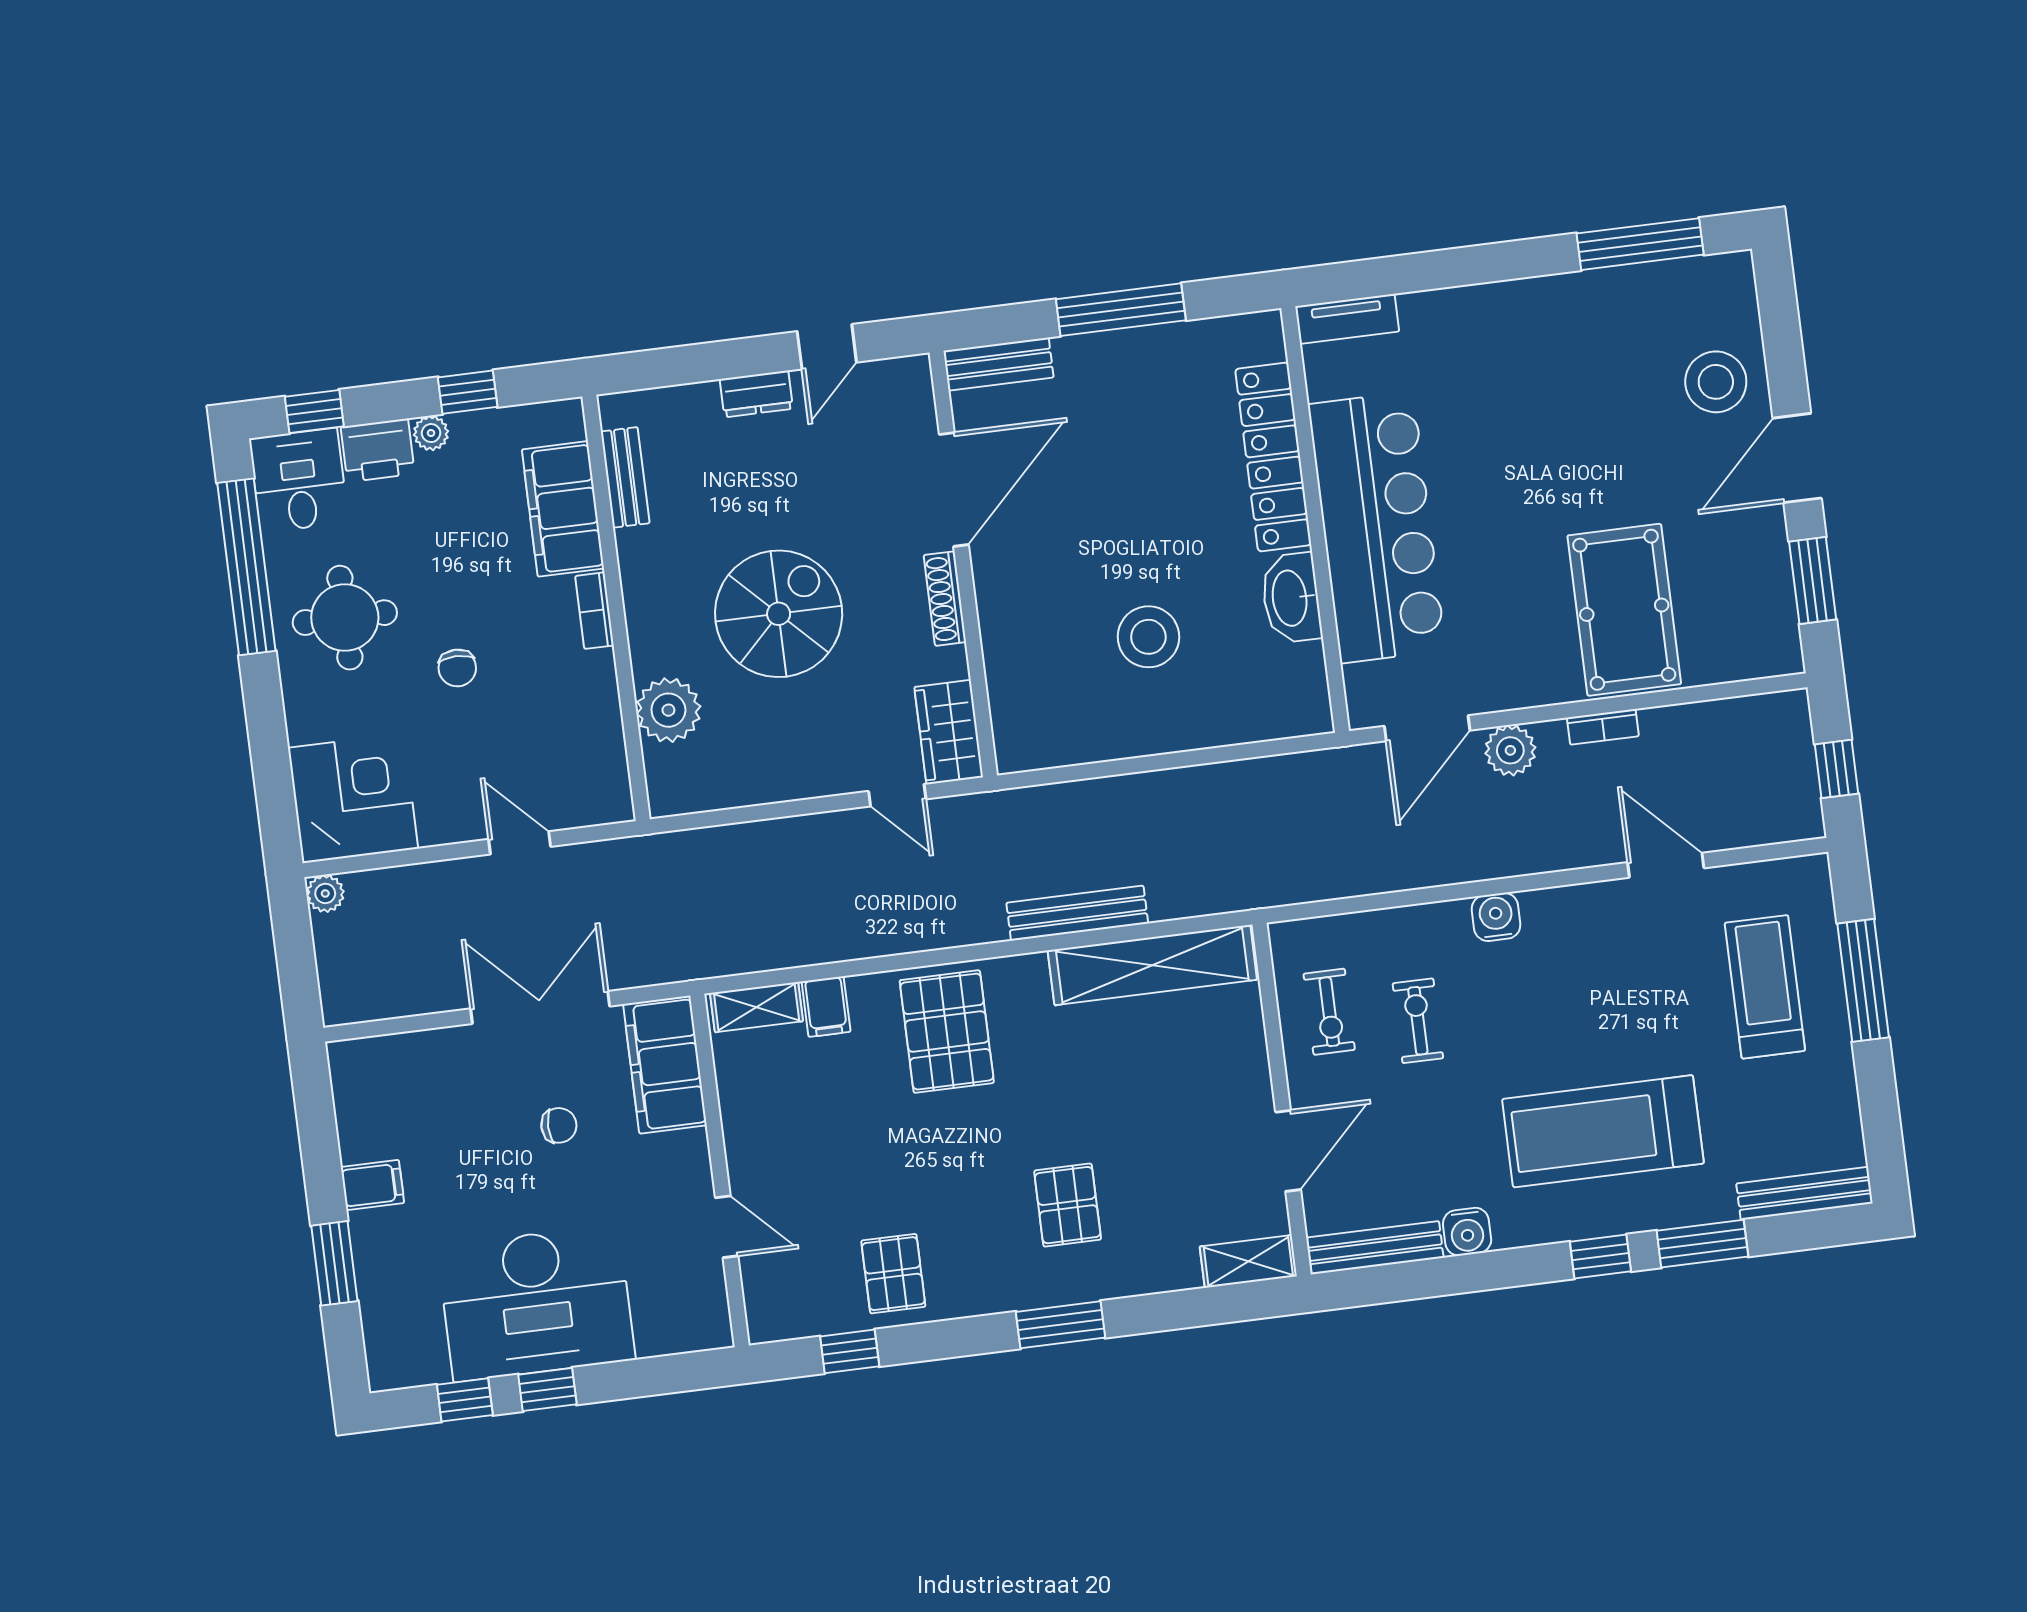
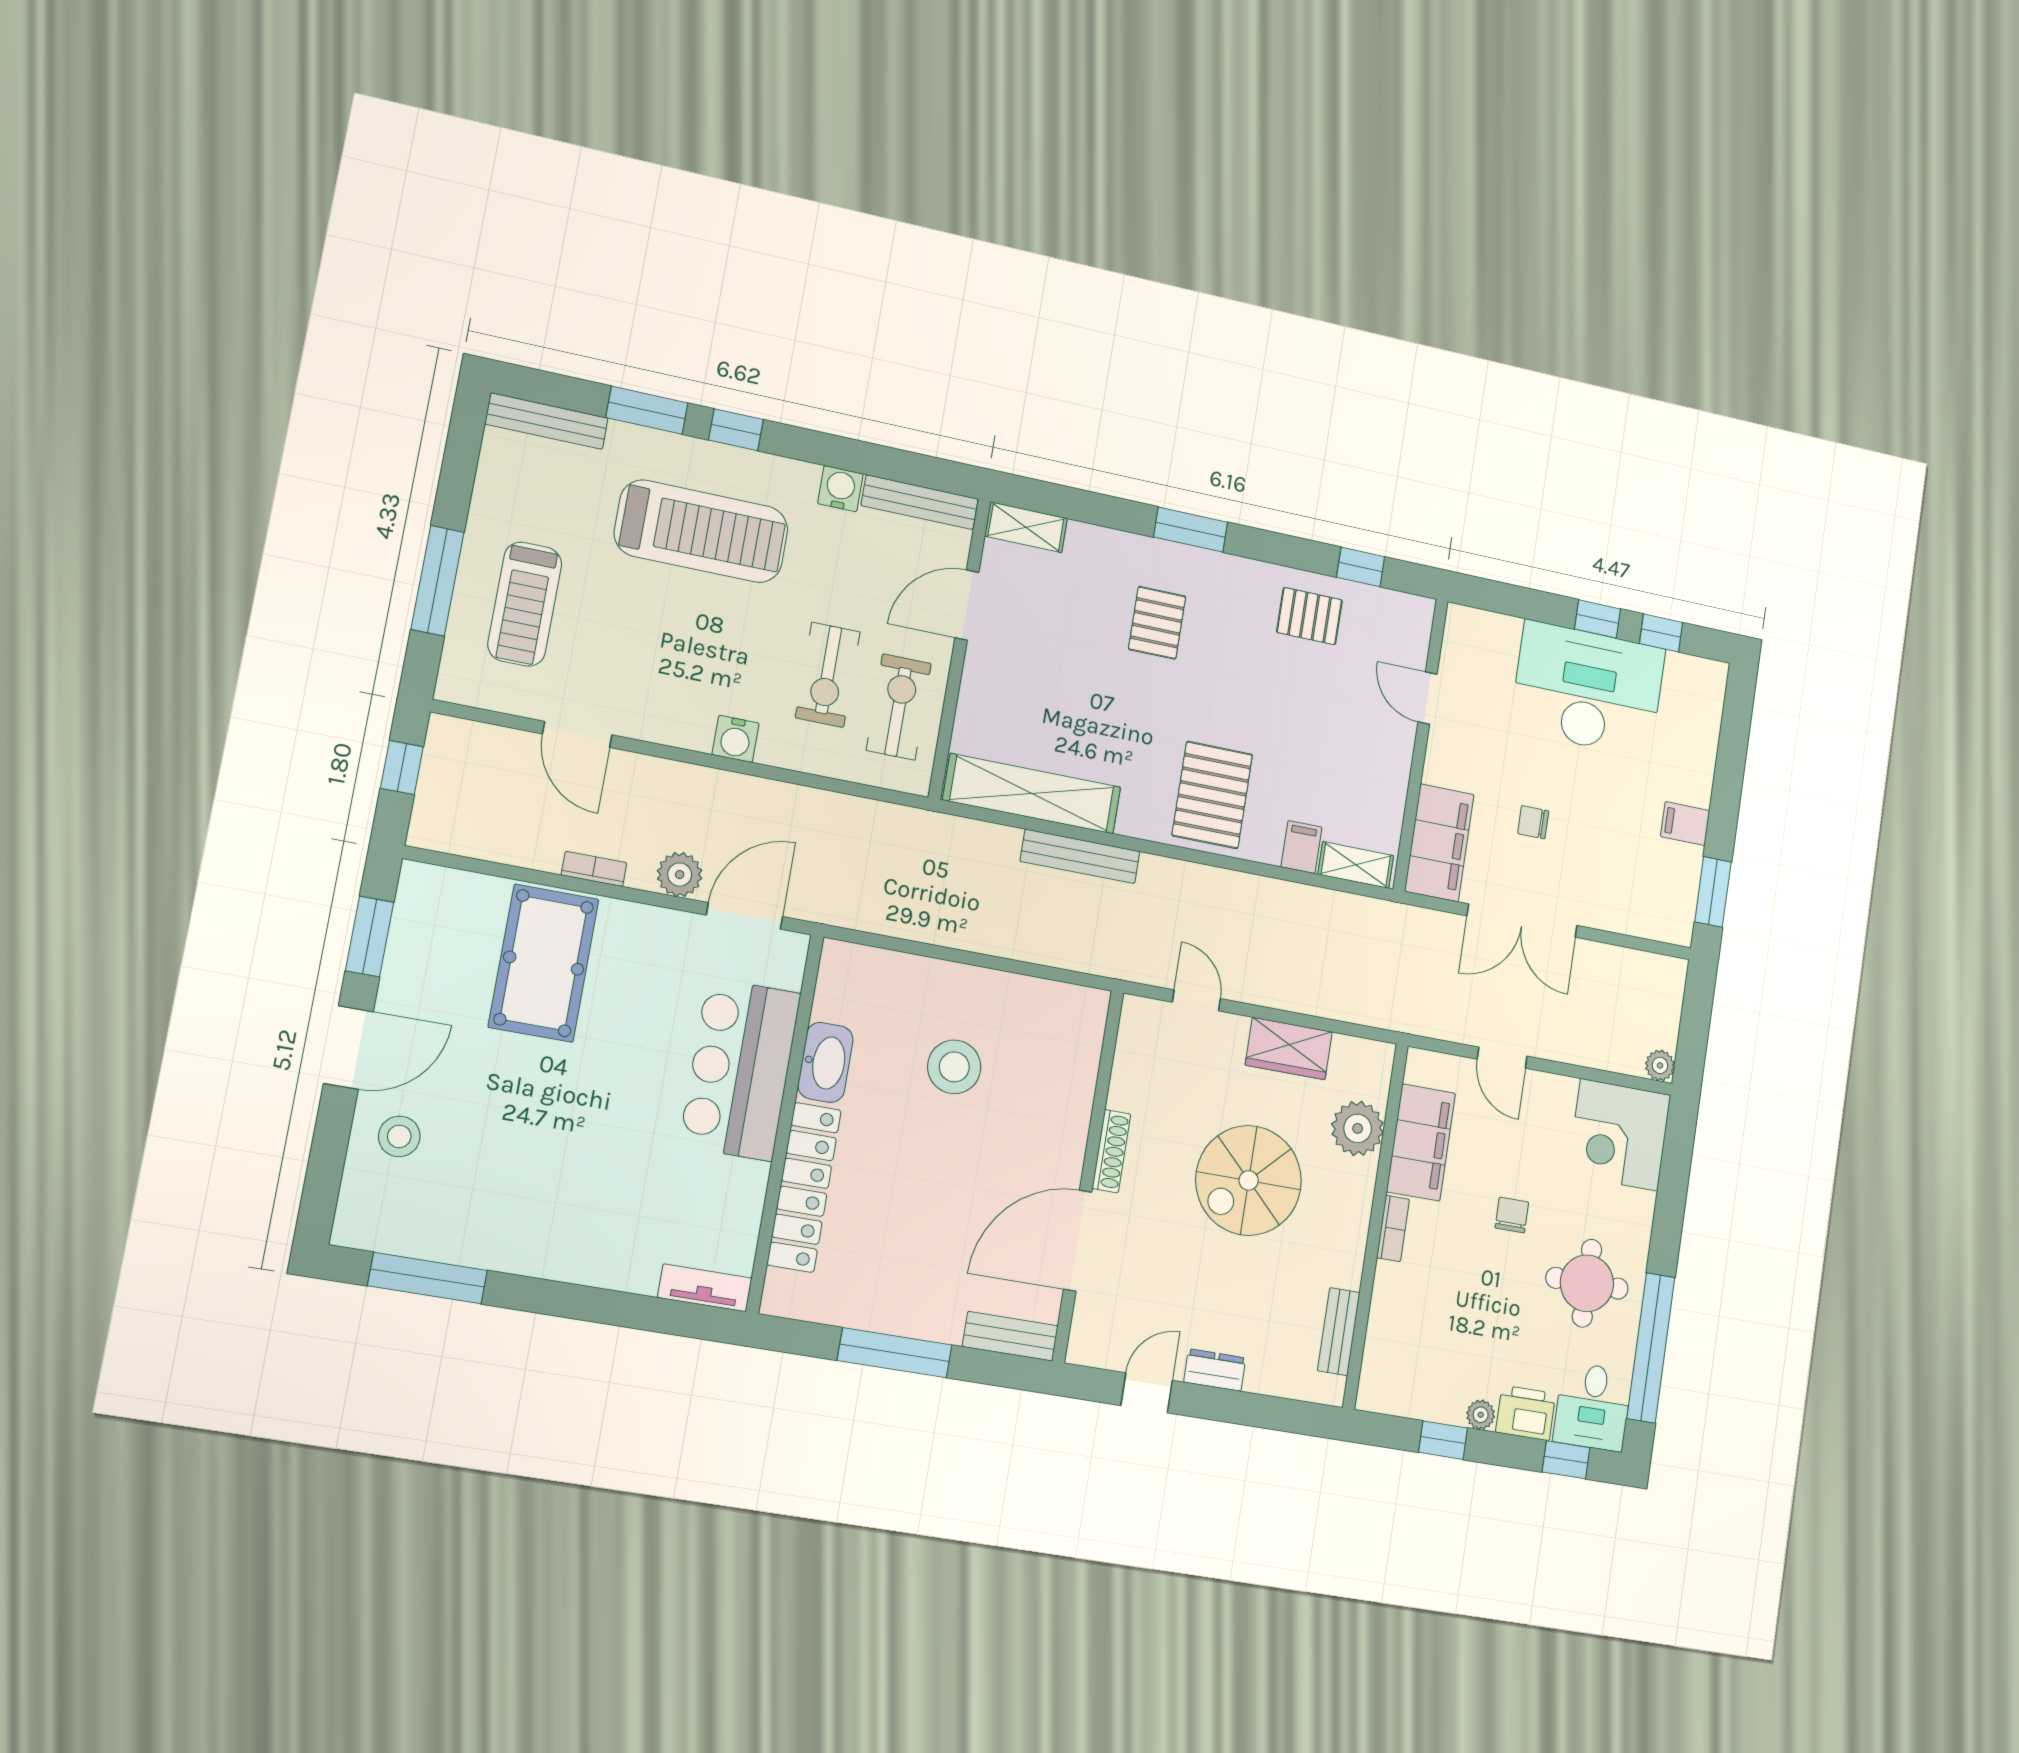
stool: (1716, 382) -> (399, 1136), width x0.73, depth x0.73
filing cabinet: (563, 509) -> (1421, 1142), moved
bar counter: (1377, 527) -> (740, 1069), width x0.73
wardrobe: (949, 732) -> (1289, 1048), moved, turned 90
exercise bike: (1329, 1012) -> (899, 707), width x1.38, depth x1.39
exercise bike: (1418, 1021) -> (828, 675), width x1.38, depth x1.39
window: (334, 1263) -> (1713, 892), moved
pallet: (893, 1274) -> (1309, 616), turned 90

